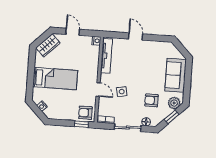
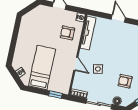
wardrobe: (48, 45) -> (34, 15), removed
bed: (55, 79) -> (42, 68), moved, turned -90
armchair: (85, 113) -> (67, 33), moved

